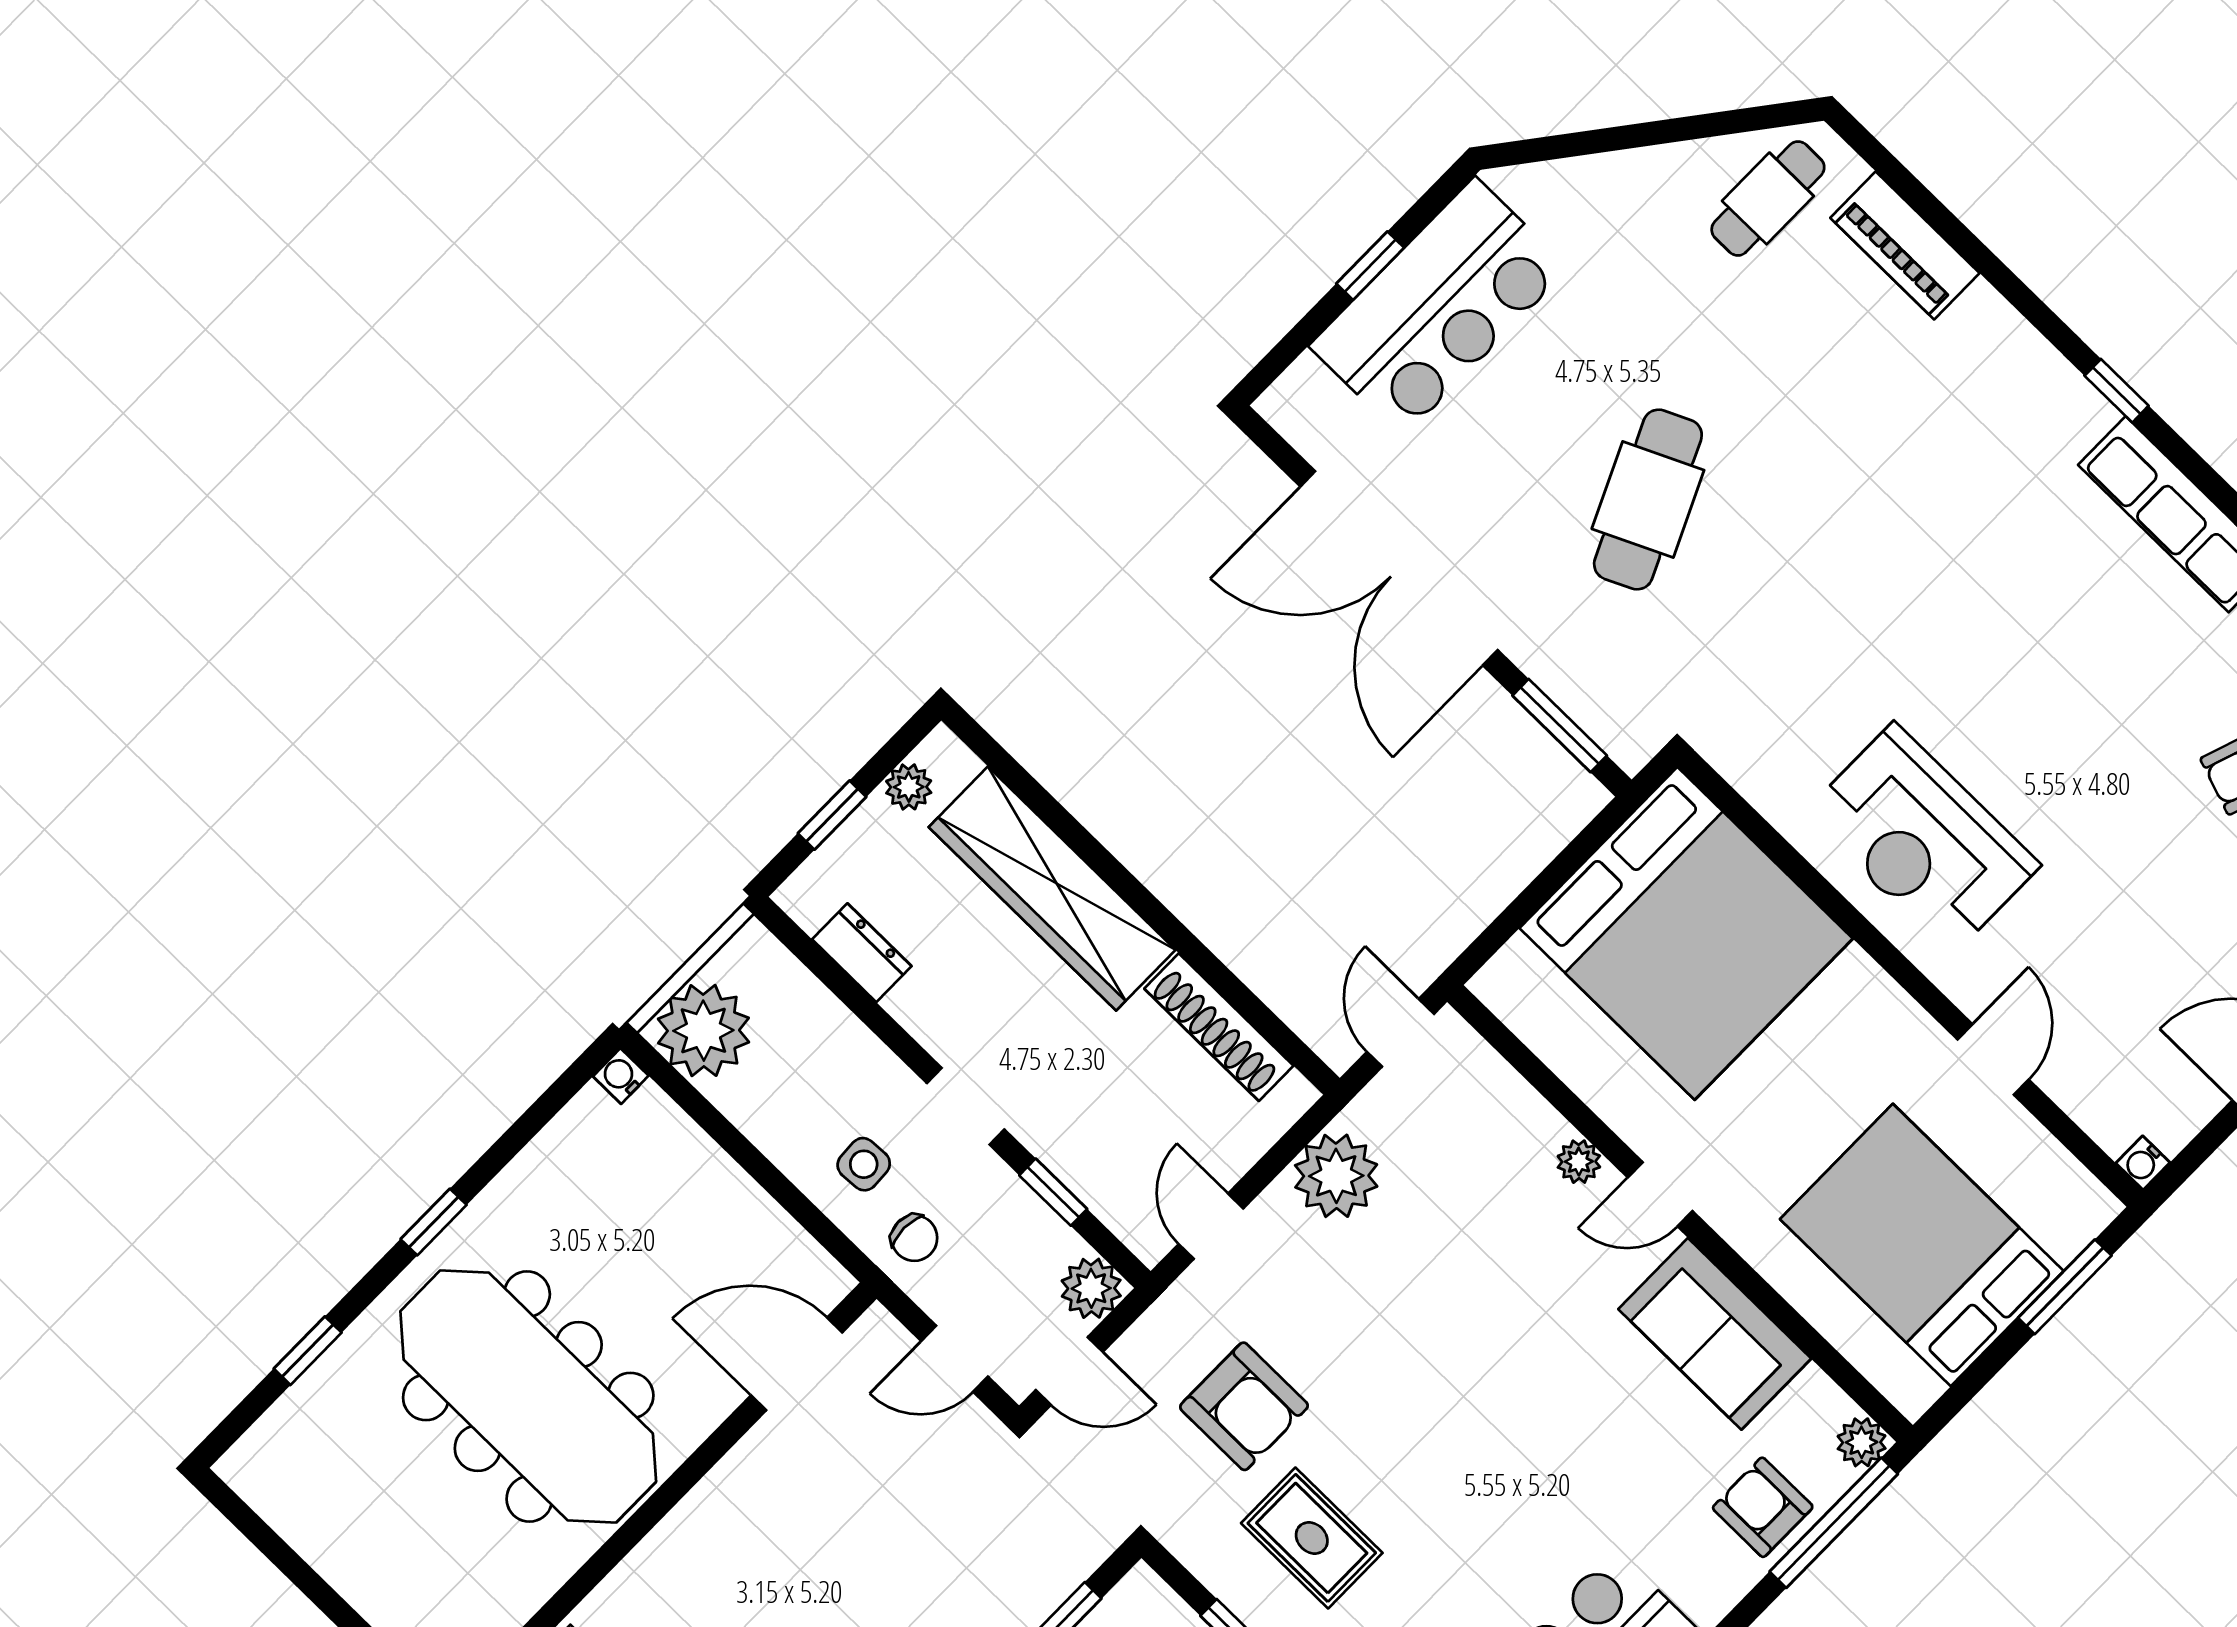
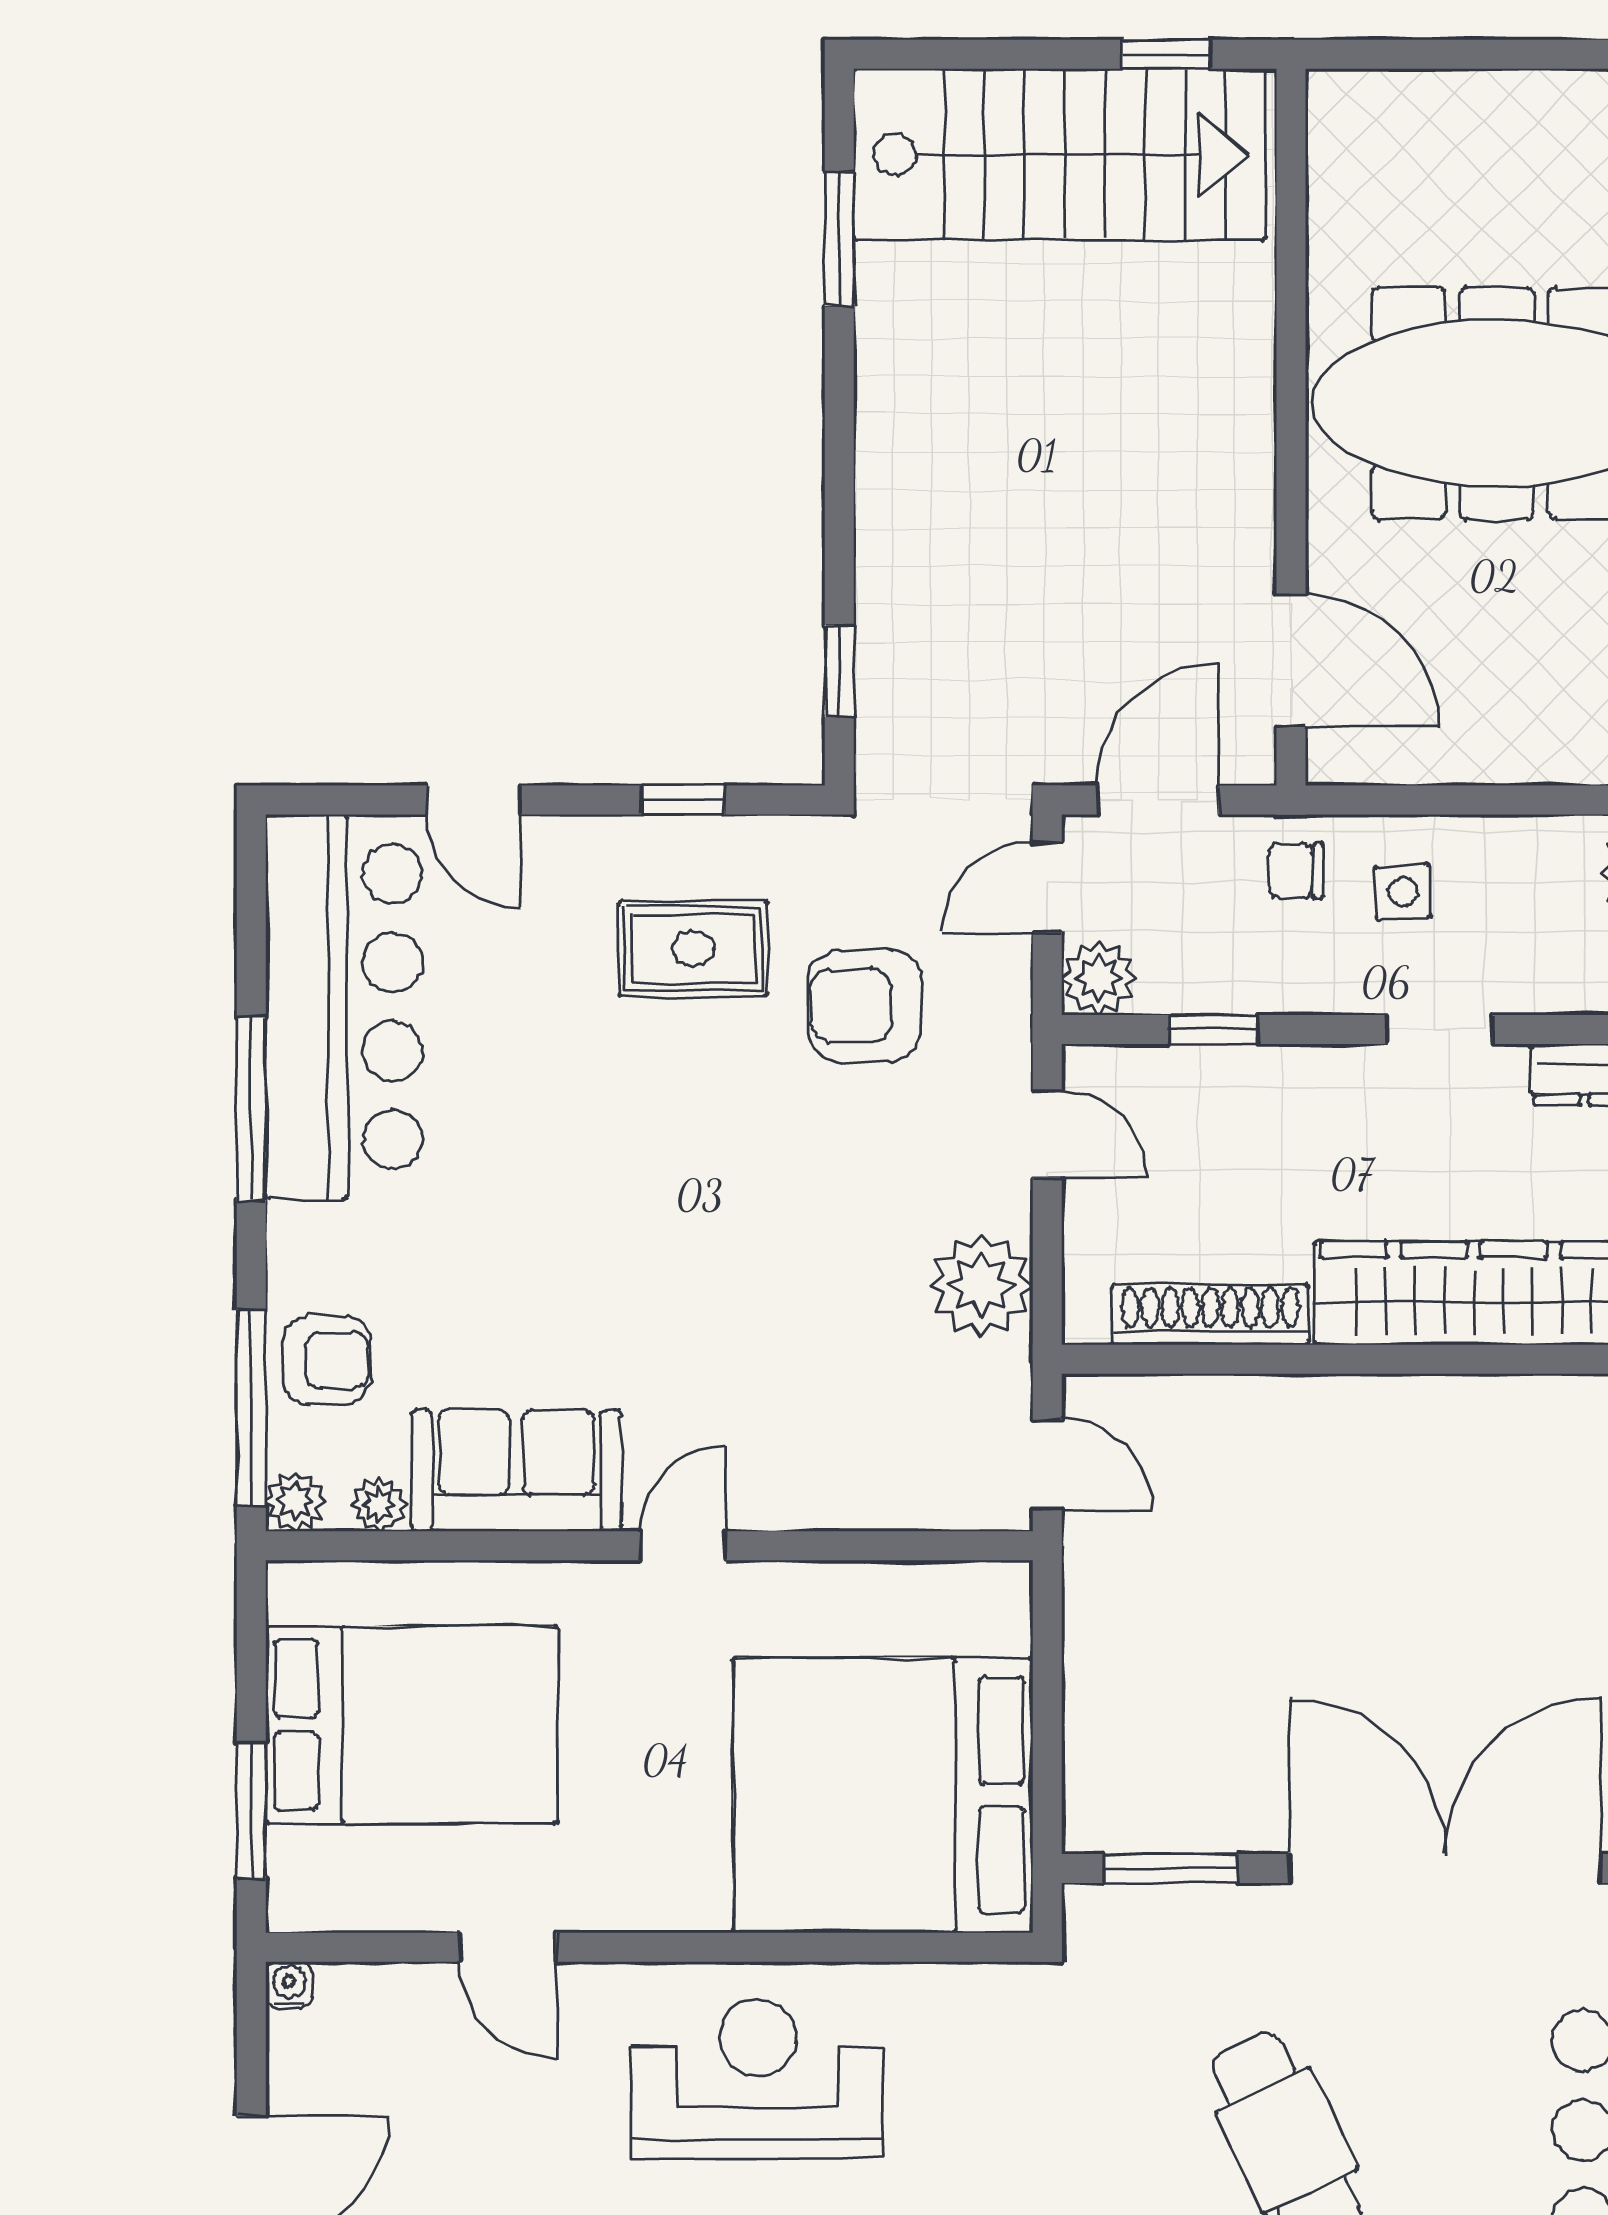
doorway: (966, 1106) -> (1439, 1029), moved
plant: (1579, 1162) -> (379, 1505), moved
door: (955, 1359) -> (1157, 800), width x1.38
door: (797, 1364) -> (1291, 661), hinge flipped

